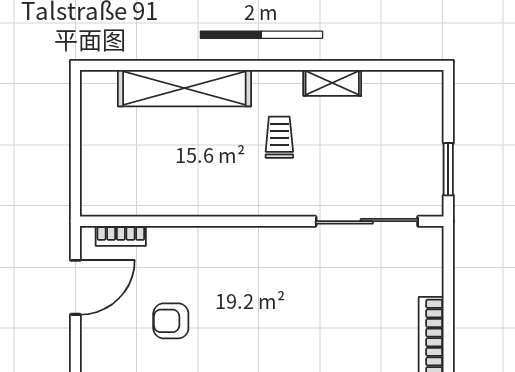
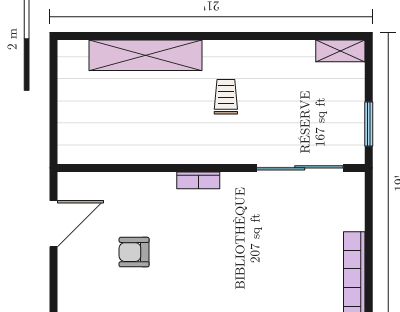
shelving: (332, 83) -> (340, 51), moved
bookcase: (121, 236) -> (198, 180), moved

